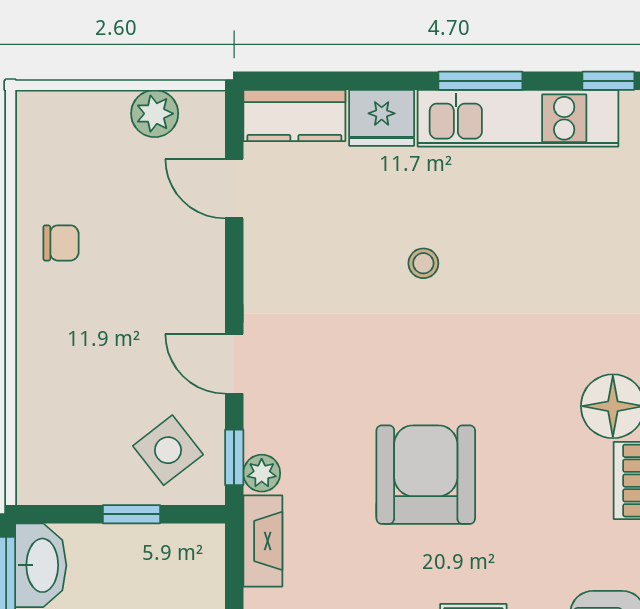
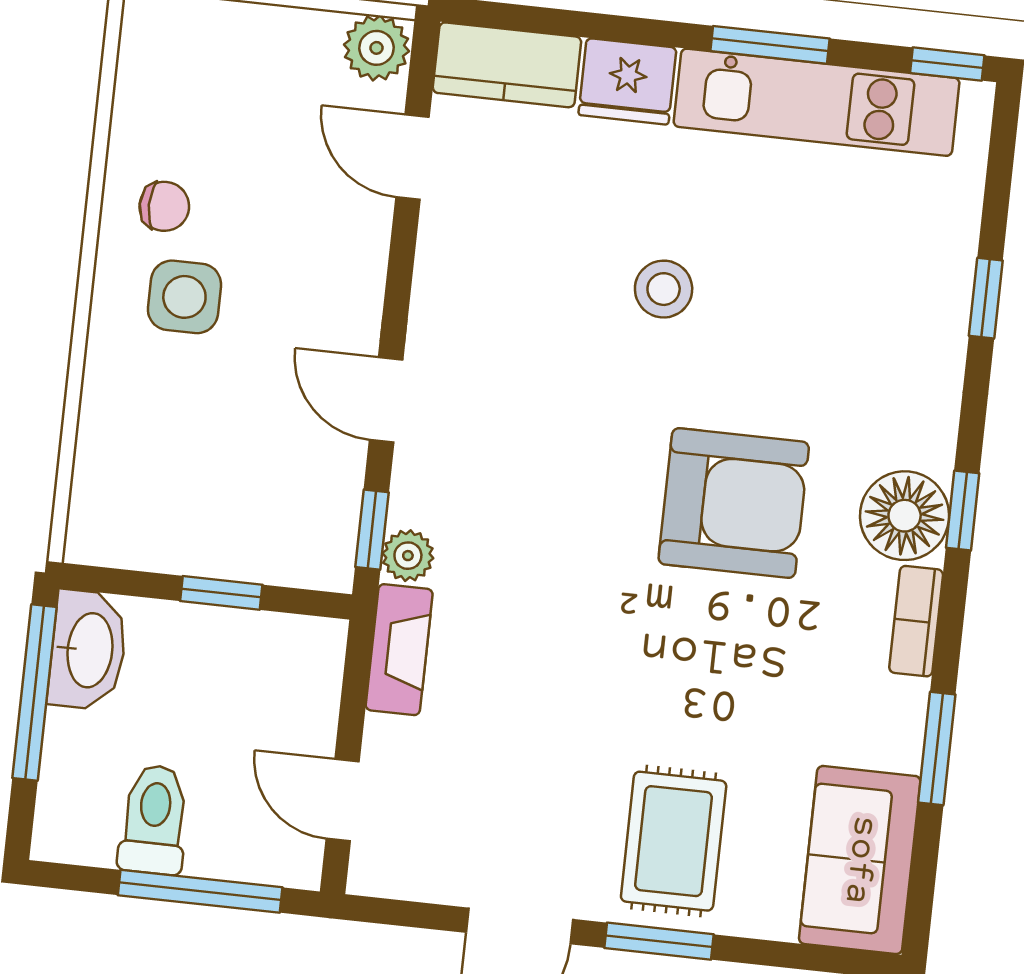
plant: (155, 114) -> (377, 48), moved
stool: (423, 263) -> (664, 289), width x1.37, depth x1.37
side table: (168, 450) -> (184, 297), moved, turned 38
armchair: (426, 475) -> (734, 503), moved, turned 90

